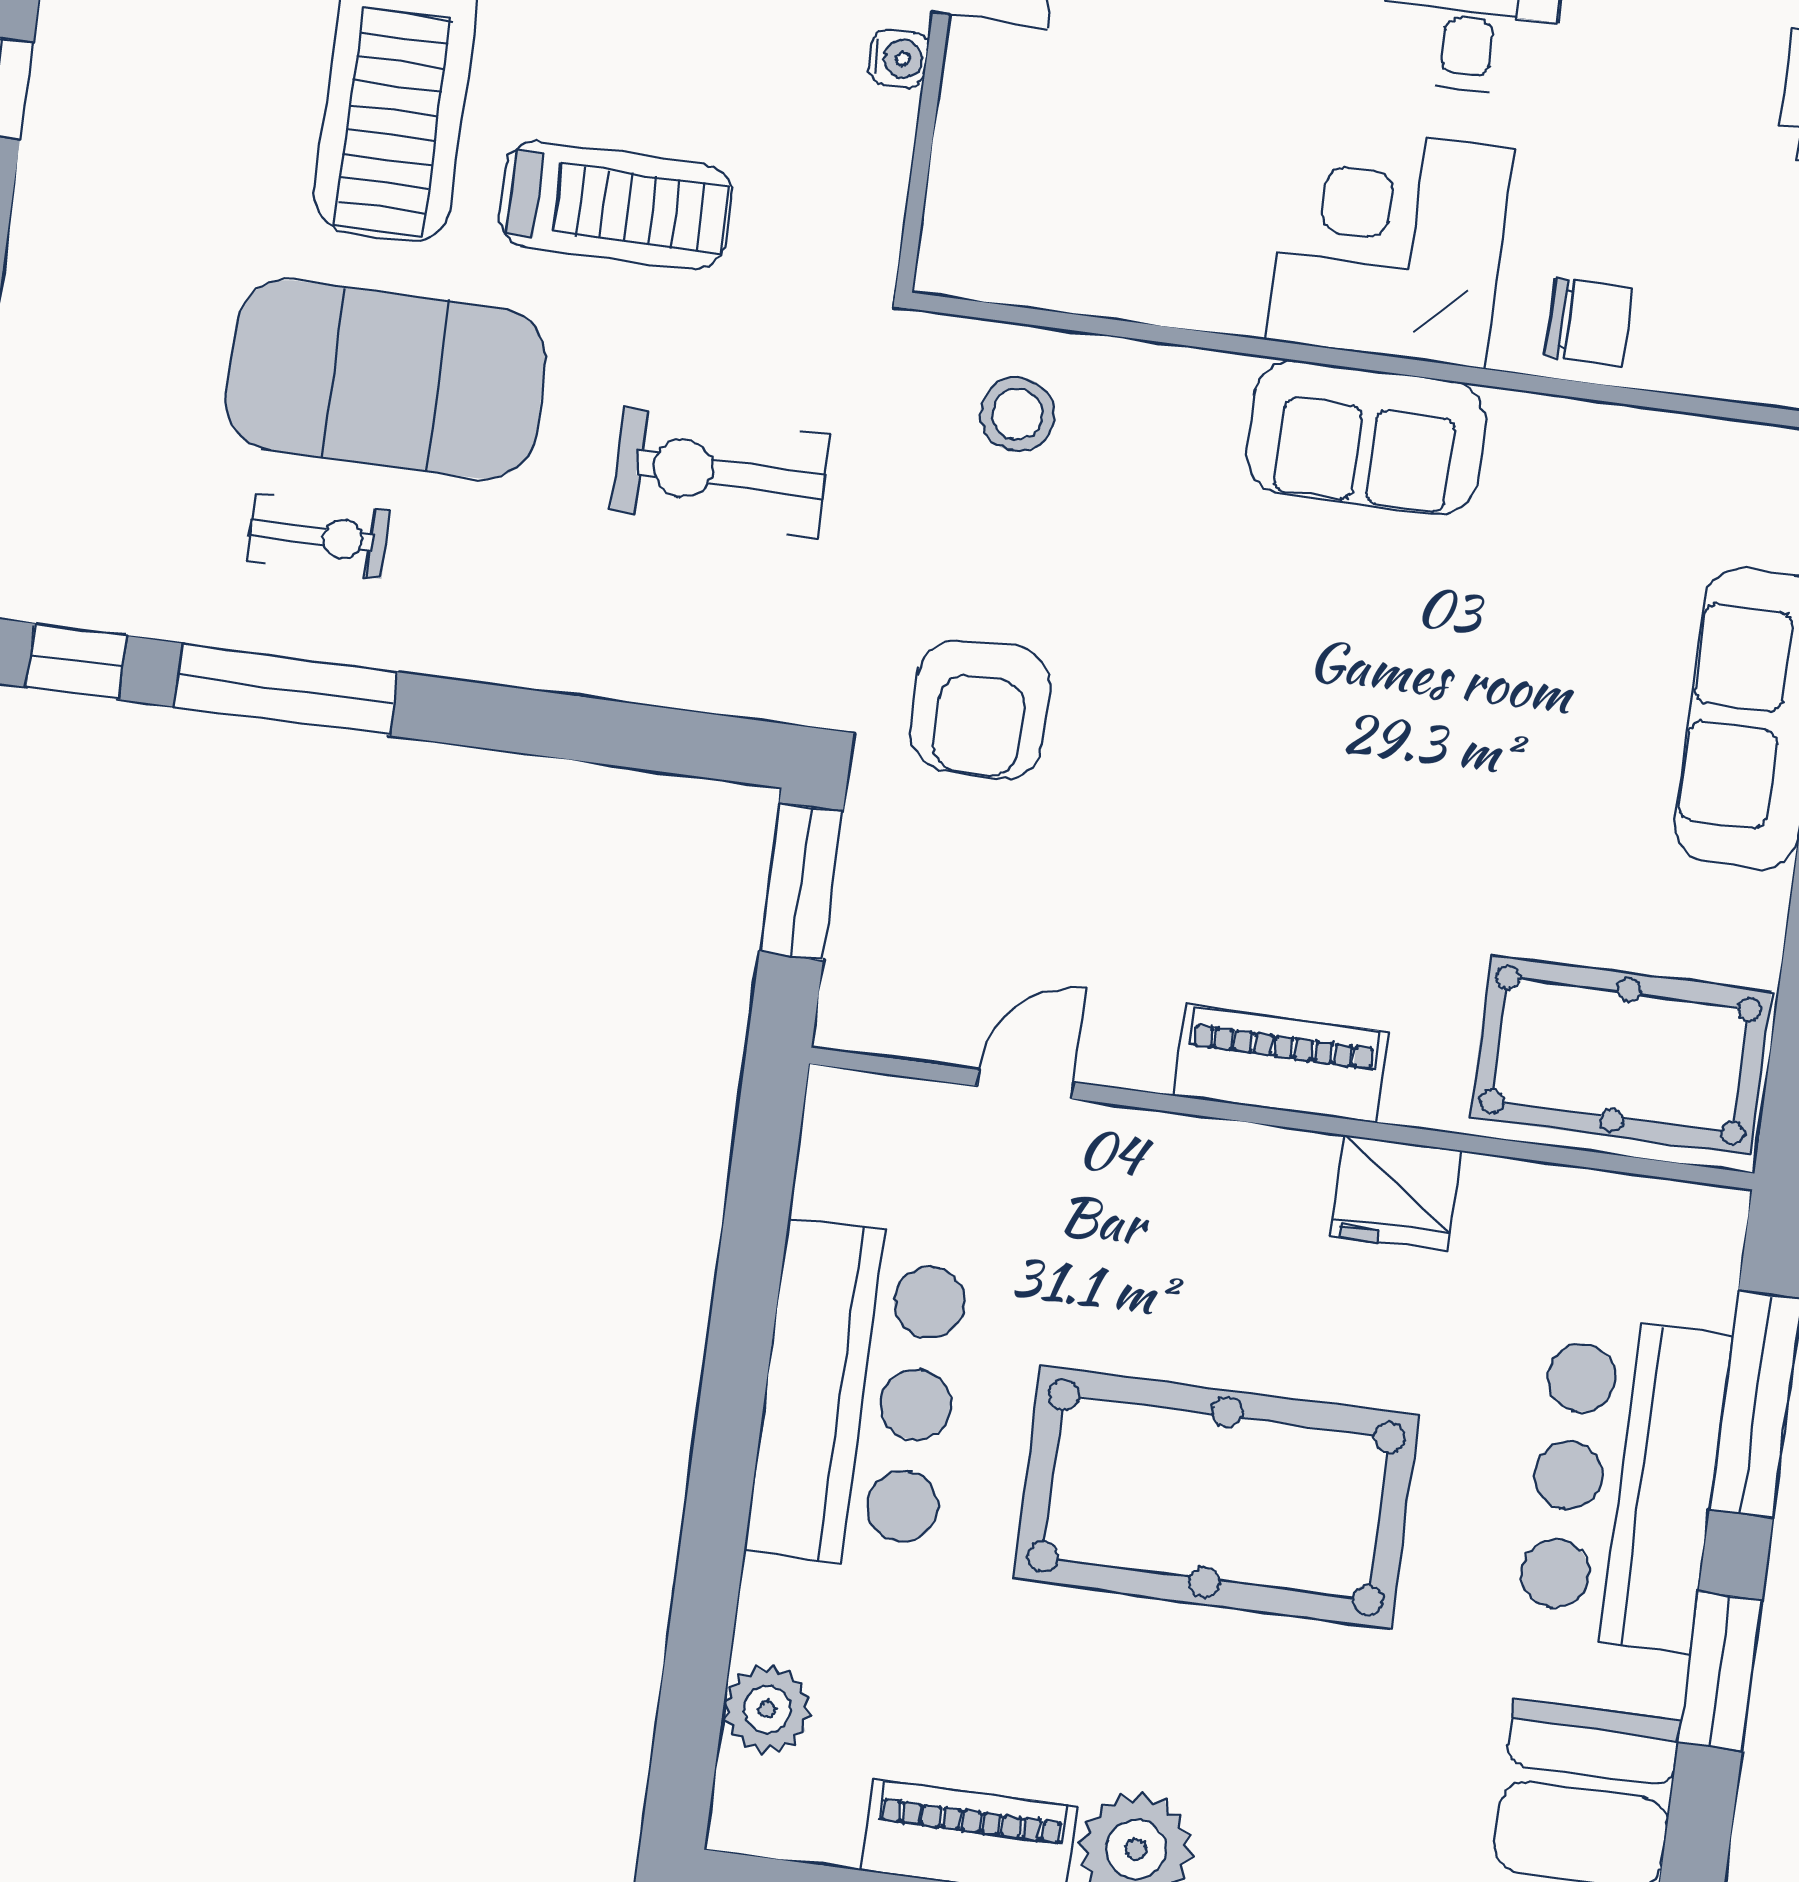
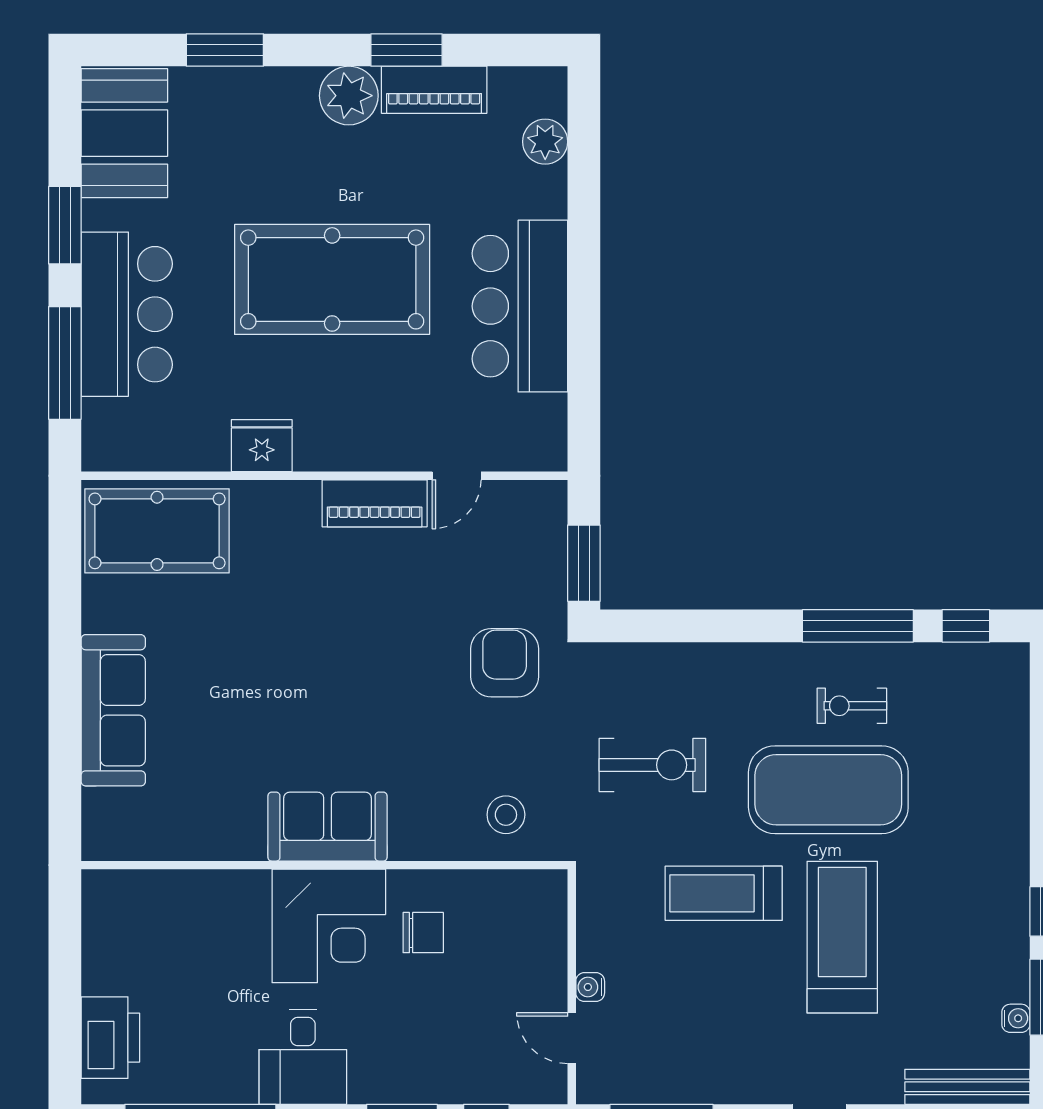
chair: (1589, 322) -> (423, 933), moved, turned 180
piano: (1281, 1064) -> (375, 503), moved

